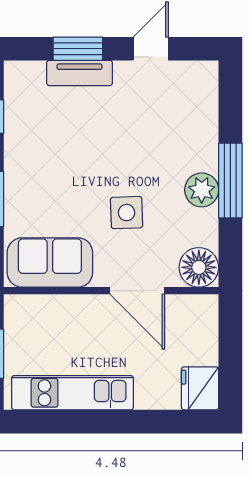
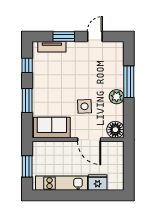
tv unit: (80, 73) -> (52, 47), moved
window: (230, 181) -> (129, 82), moved
fridge: (200, 388) -> (98, 183), moved, turned 90

